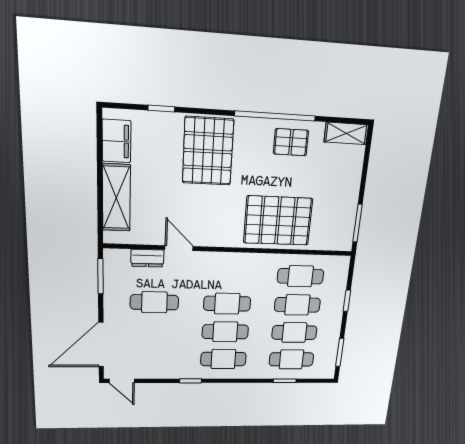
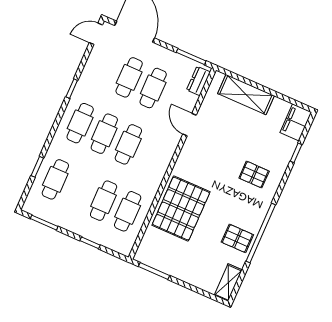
filing cabinet: (116, 141) -> (296, 122), moved, turned 90
pallet: (291, 142) -> (237, 238), turned 90
pallet: (208, 151) -> (254, 175), width x0.49, depth x0.50
door: (179, 248) -> (189, 125), swing flipped
dresser: (147, 258) -> (198, 81), moved
cafe table: (294, 333) -> (129, 77), moved

